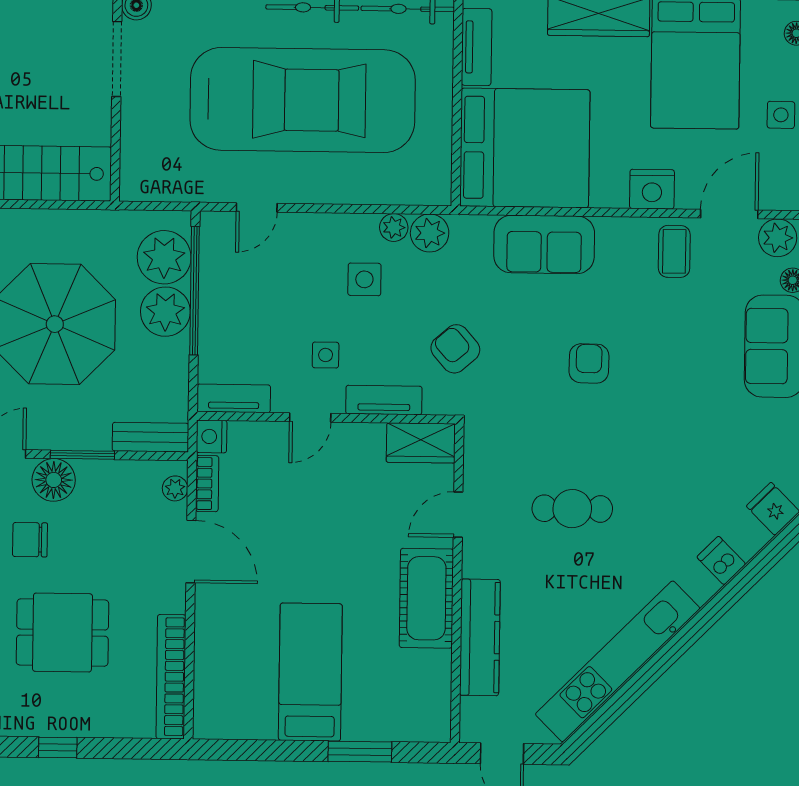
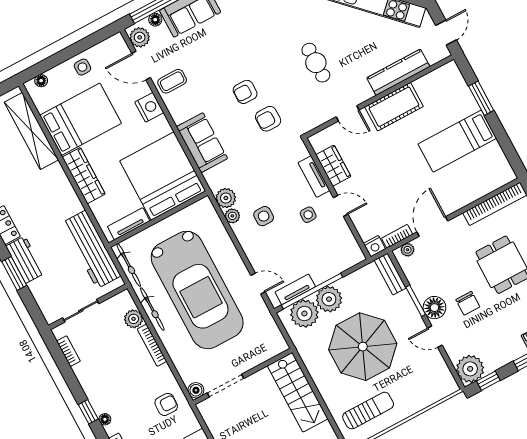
car: (303, 100) -> (197, 290), turned 180
armchair: (455, 349) -> (268, 119), moved, turned 41
tv unit: (234, 398) -> (295, 289), moved, turned 90
wardrobe: (421, 443) -> (333, 166), moved

